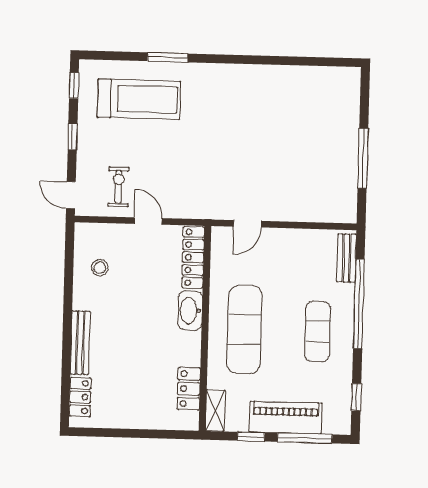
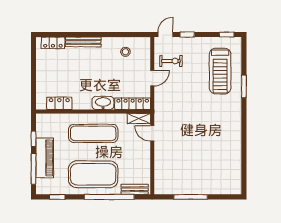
window: (73, 137) -> (187, 35), moved
exercise mat: (318, 332) -> (93, 174), width x2.00, depth x1.45
shelving: (215, 411) -> (139, 118), moved

